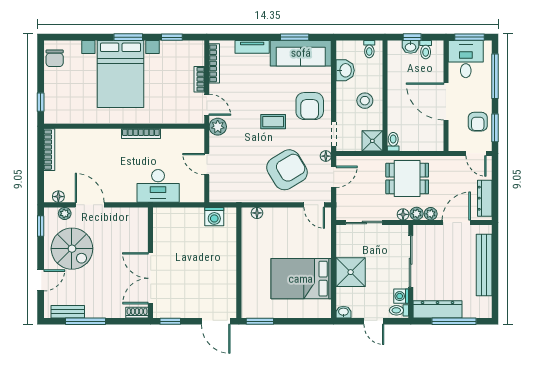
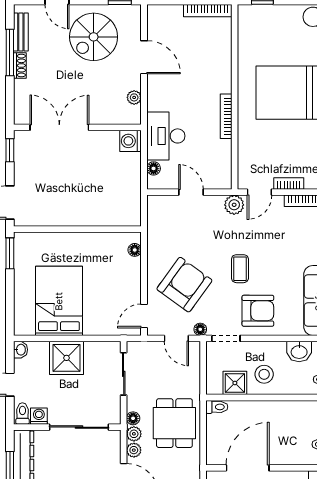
door: (446, 101) -> (248, 468), moved
armchair: (310, 106) -> (258, 311), turned 180
shower: (372, 141) -> (235, 383), moved
door: (207, 164) -> (191, 192), hinge flipped
armchair: (287, 170) -> (184, 285), turned -113
floor lamp: (58, 197) -> (154, 168), moved
door: (90, 205) -> (144, 57), hinge flipped
plant: (65, 213) -> (134, 97), moved
washing machine: (214, 217) -> (130, 141), moved
shoe rack: (137, 313) -> (20, 66), moved

